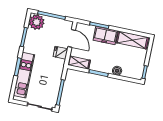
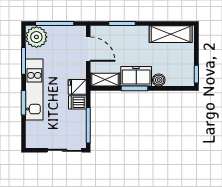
freezer: (105, 35) -> (136, 76), moved, turned 180
fridge: (60, 53) -> (77, 87), moved
kitchen unit: (24, 75) -> (34, 89), moved
dishwasher: (56, 75) -> (77, 102), added

